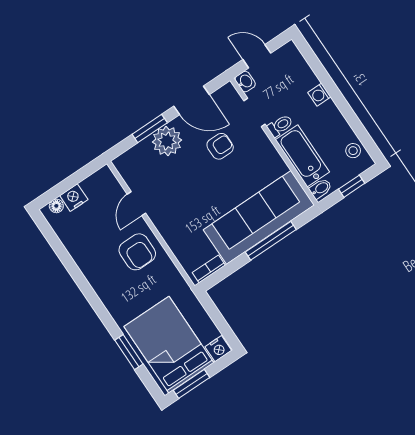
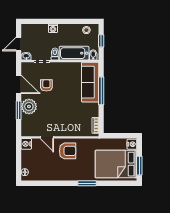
door: (191, 100) -> (19, 84), hinge flipped
nightstand: (74, 198) -> (26, 144), moved
sofa: (259, 217) -> (90, 82), width x0.74, depth x0.79
window: (129, 352) -> (87, 183), moved

